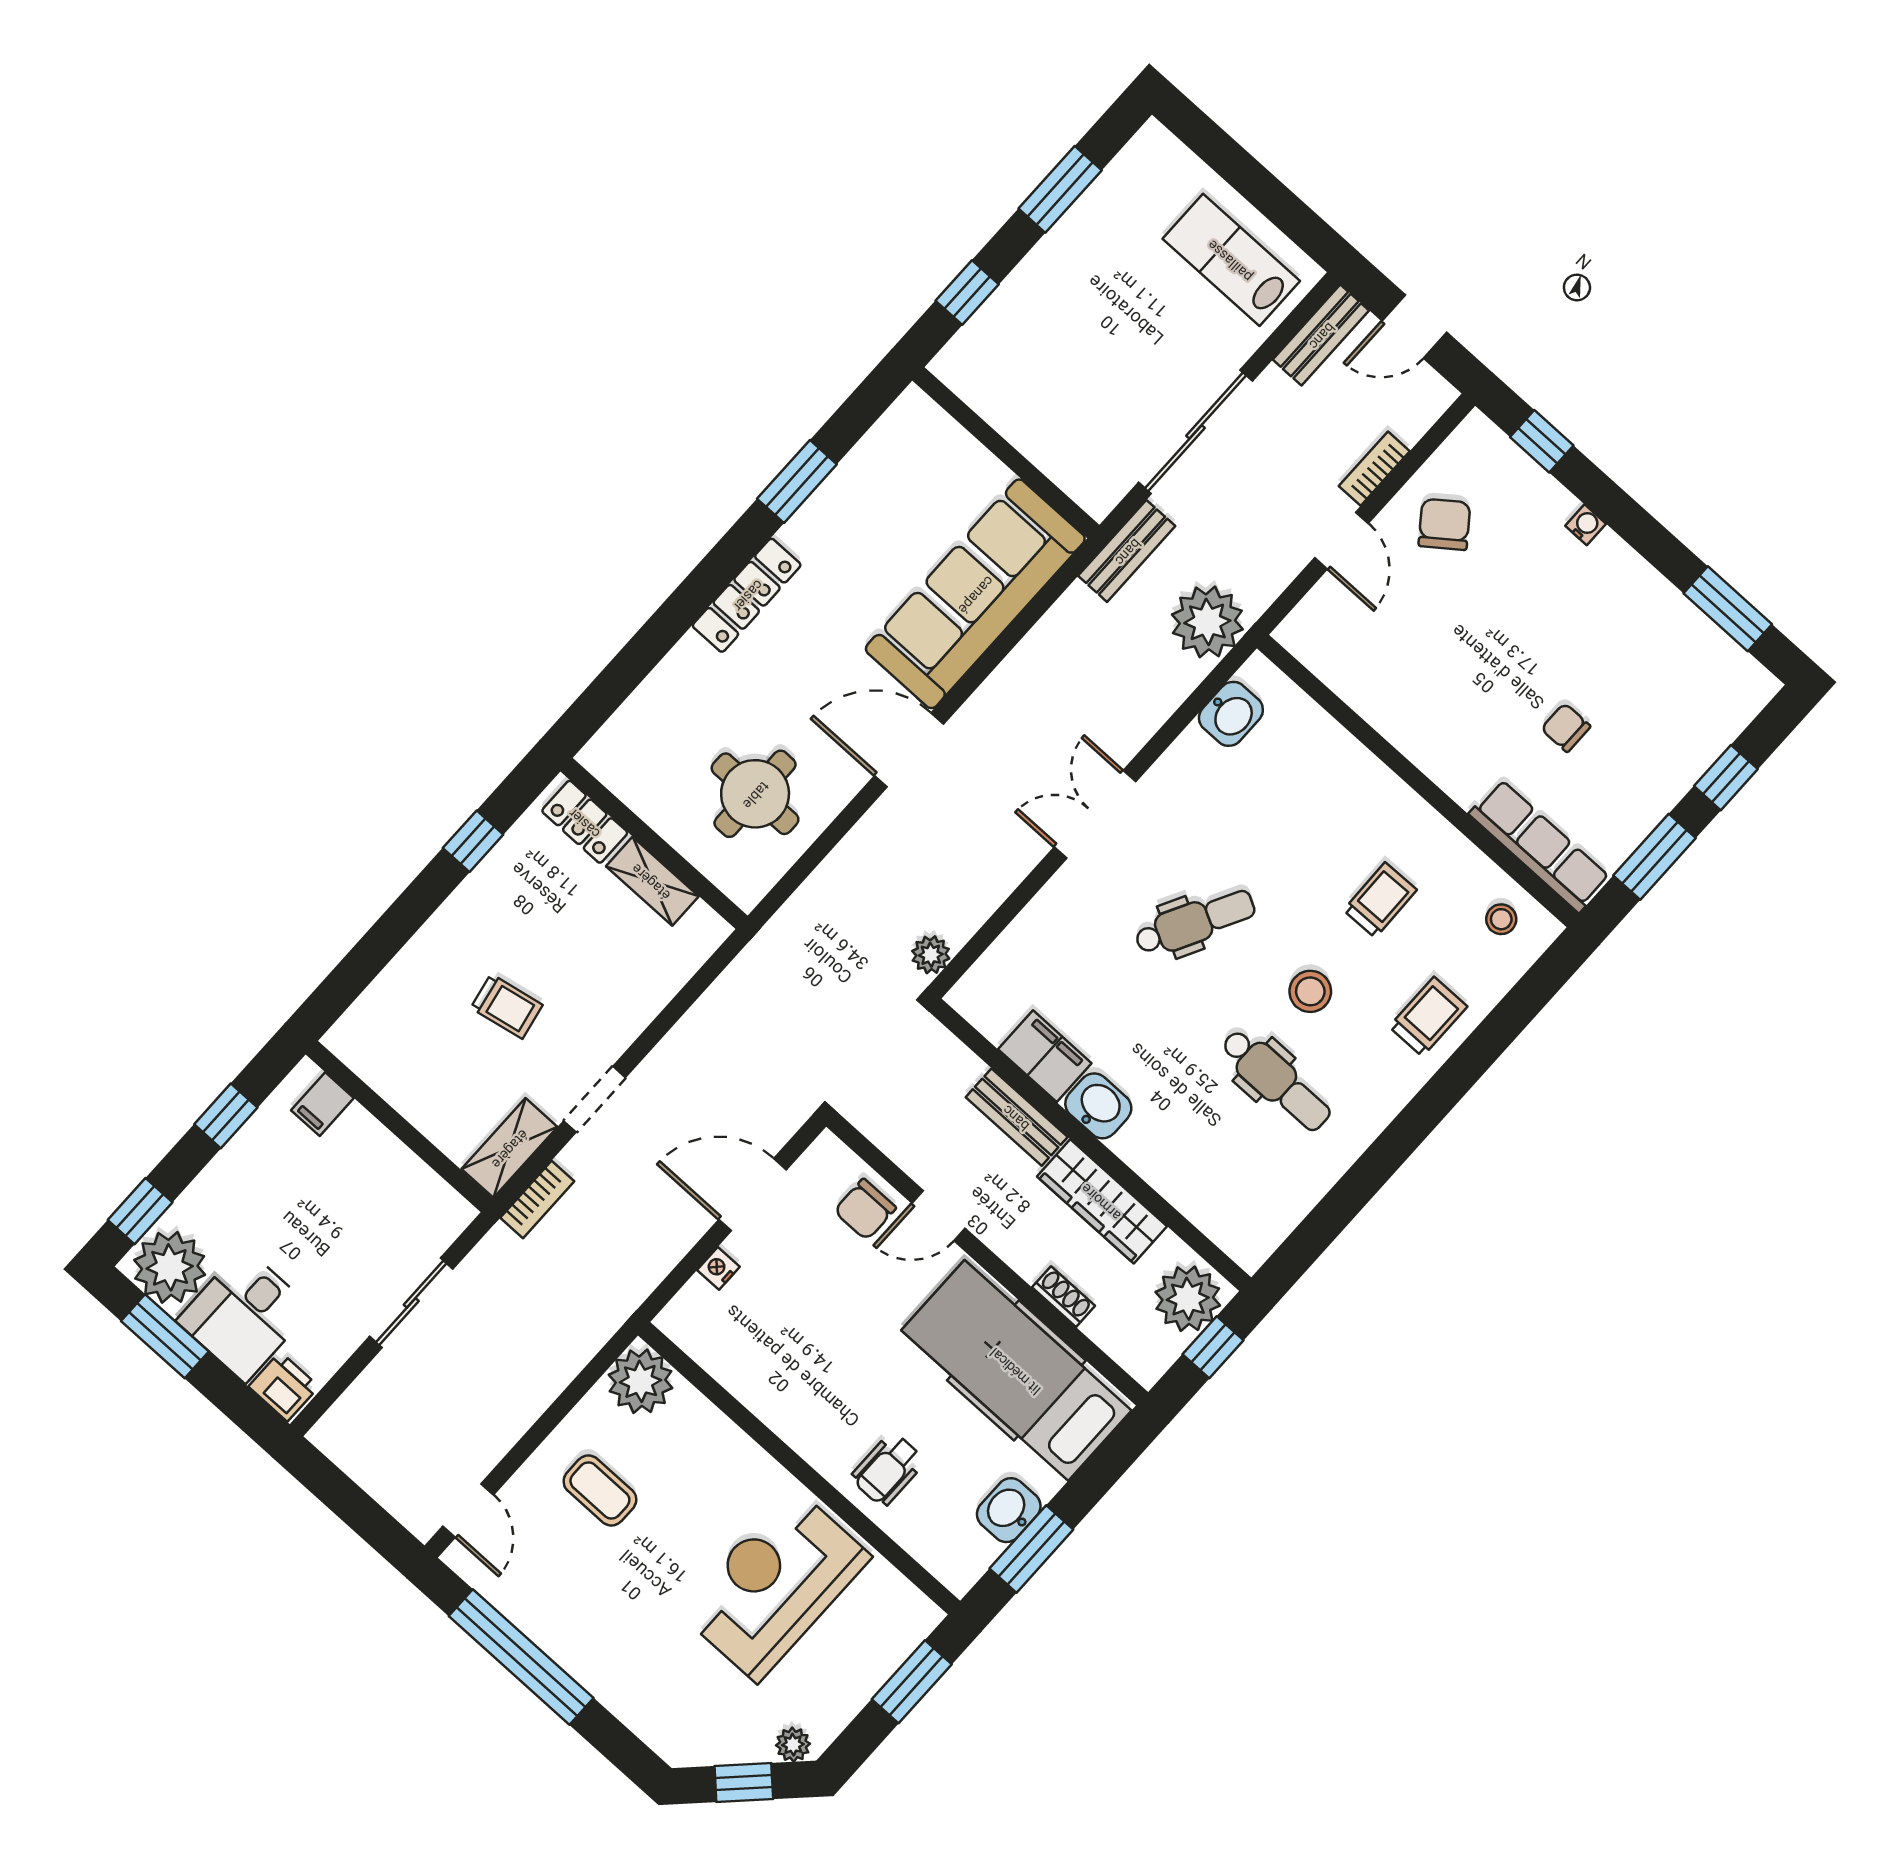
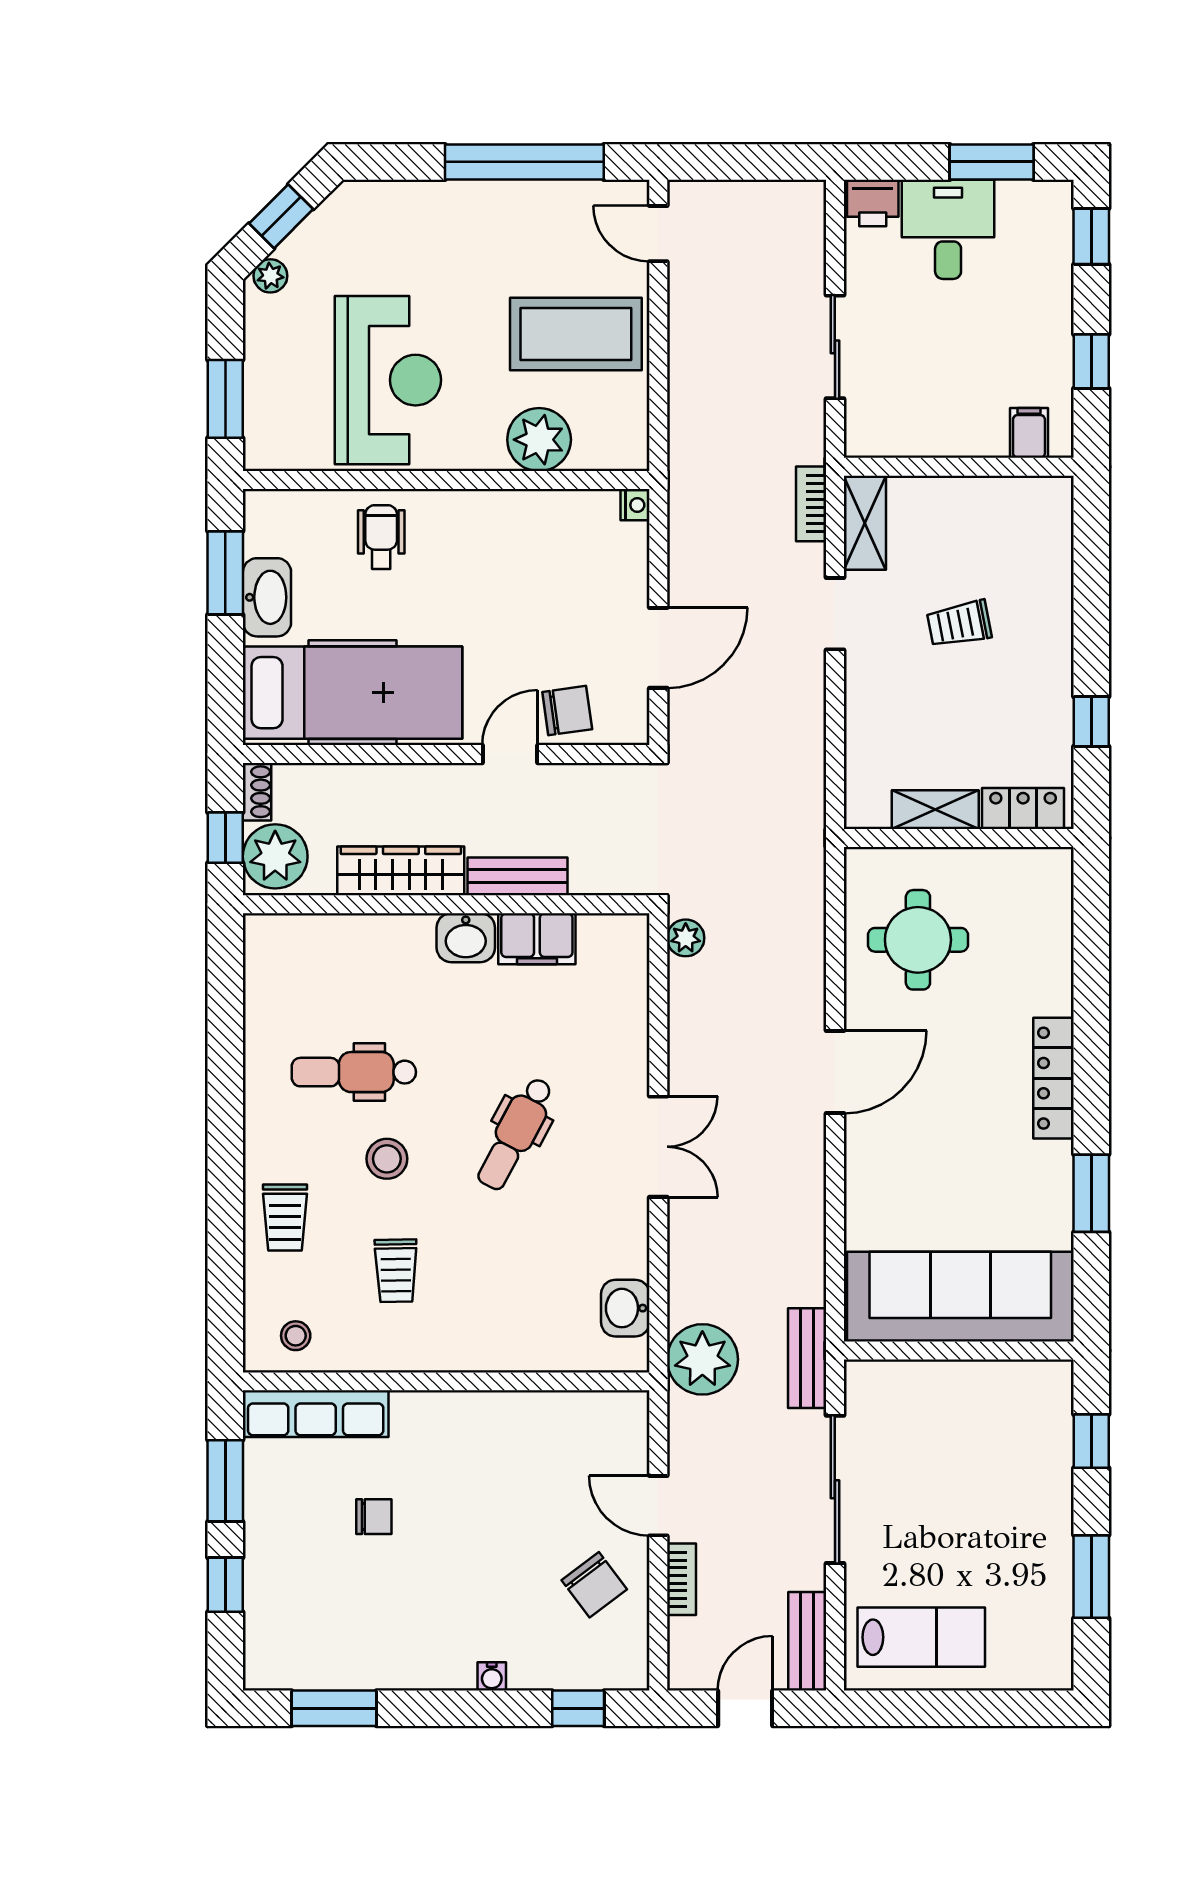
sofa: (975, 594) -> (960, 1297), moved, turned -90
chair: (865, 1209) -> (567, 711), turned 82
plant: (170, 1267) -> (1033, 215), removed
nightstand: (718, 1268) -> (635, 505), moved
shoe rack: (1064, 1297) -> (257, 792), moved, turned -90
plant: (640, 1381) -> (539, 440), moved
coffee table: (600, 1491) -> (576, 334), width x1.86, depth x1.72
washbasin: (1009, 1510) -> (267, 597), width x1.38

